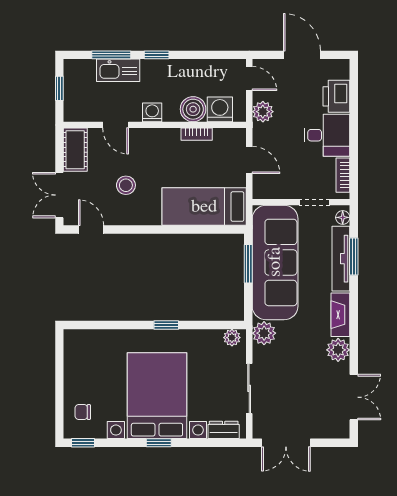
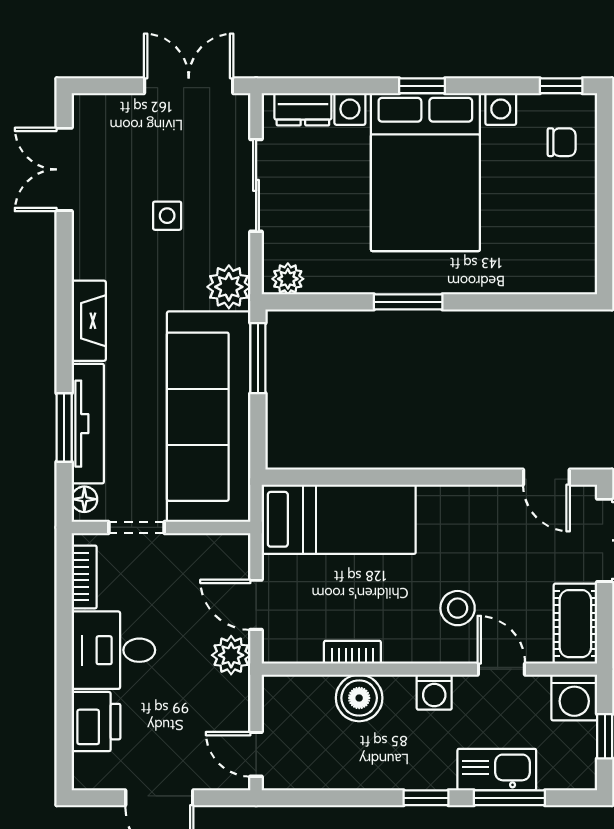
washing machine: (220, 109) -> (574, 698), moved
plant: (263, 112) -> (231, 655), moved
stool: (126, 185) -> (458, 608), moved
window: (248, 264) -> (258, 358), moved
window: (166, 325) -> (408, 302), width x1.50
plant: (338, 350) -> (93, 256), removed
side table: (298, 372) -> (167, 216), added

